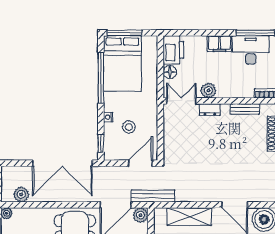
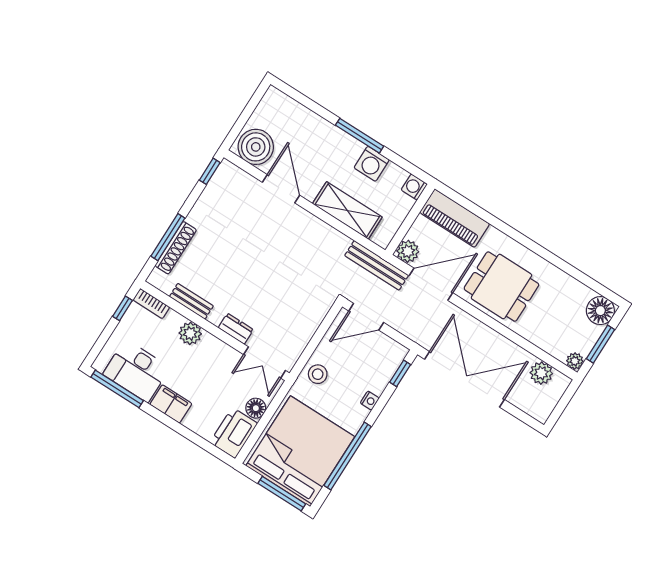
bed: (122, 64) -> (300, 451), width x1.36
plant: (208, 90) -> (190, 333), moved
stool: (129, 127) -> (318, 374), moved

